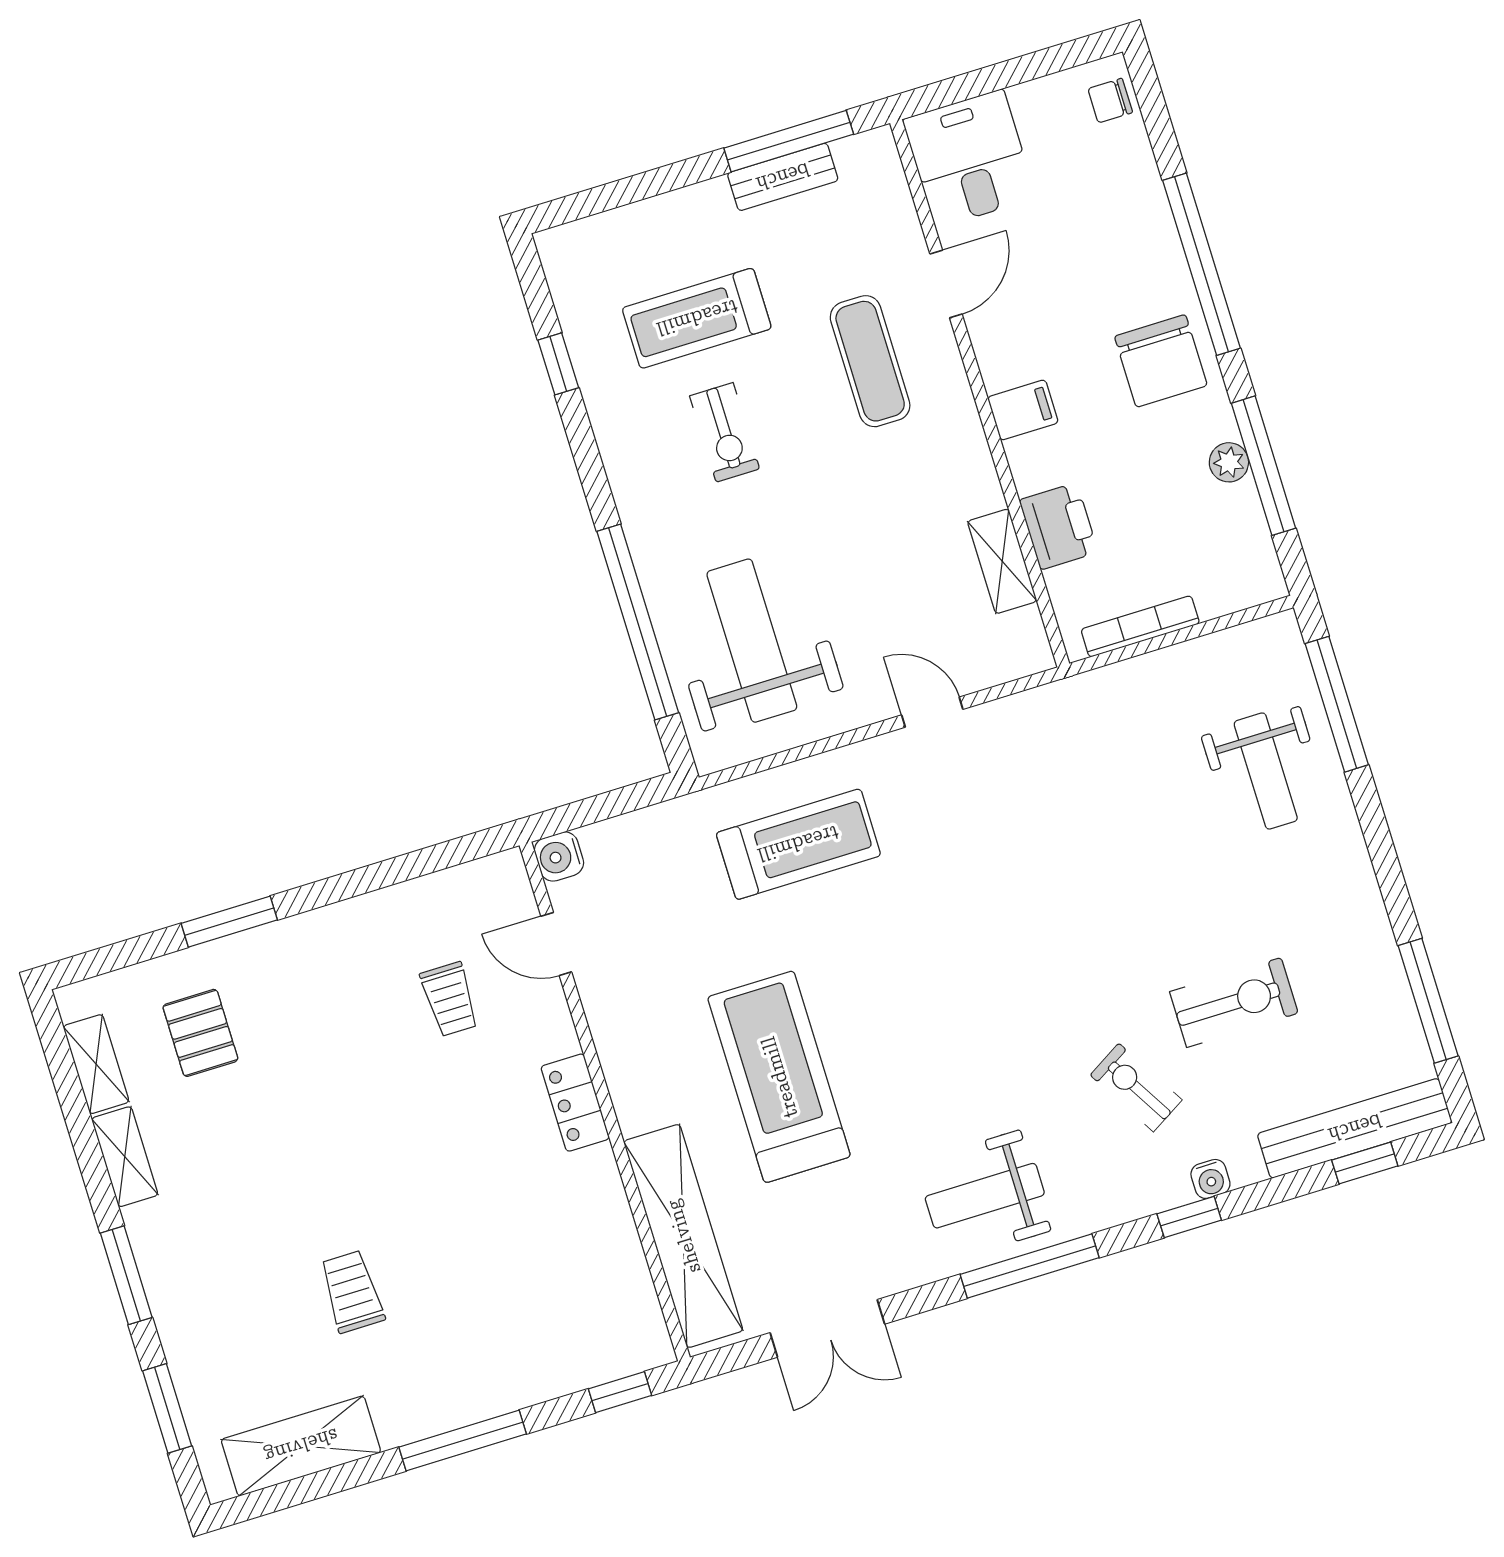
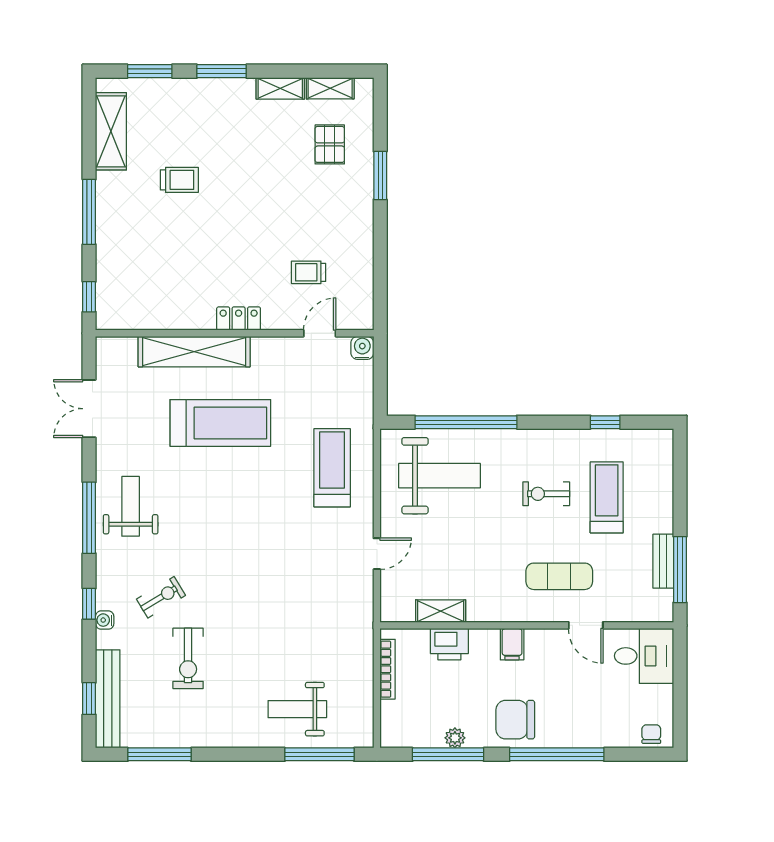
treadmill: (798, 844) -> (332, 468), turned 180
pallet: (200, 1033) -> (330, 144), turned 90
shelving: (683, 1236) -> (194, 352), moved

